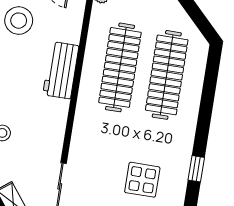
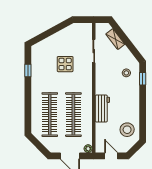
display table: (142, 180) -> (65, 64), moved

